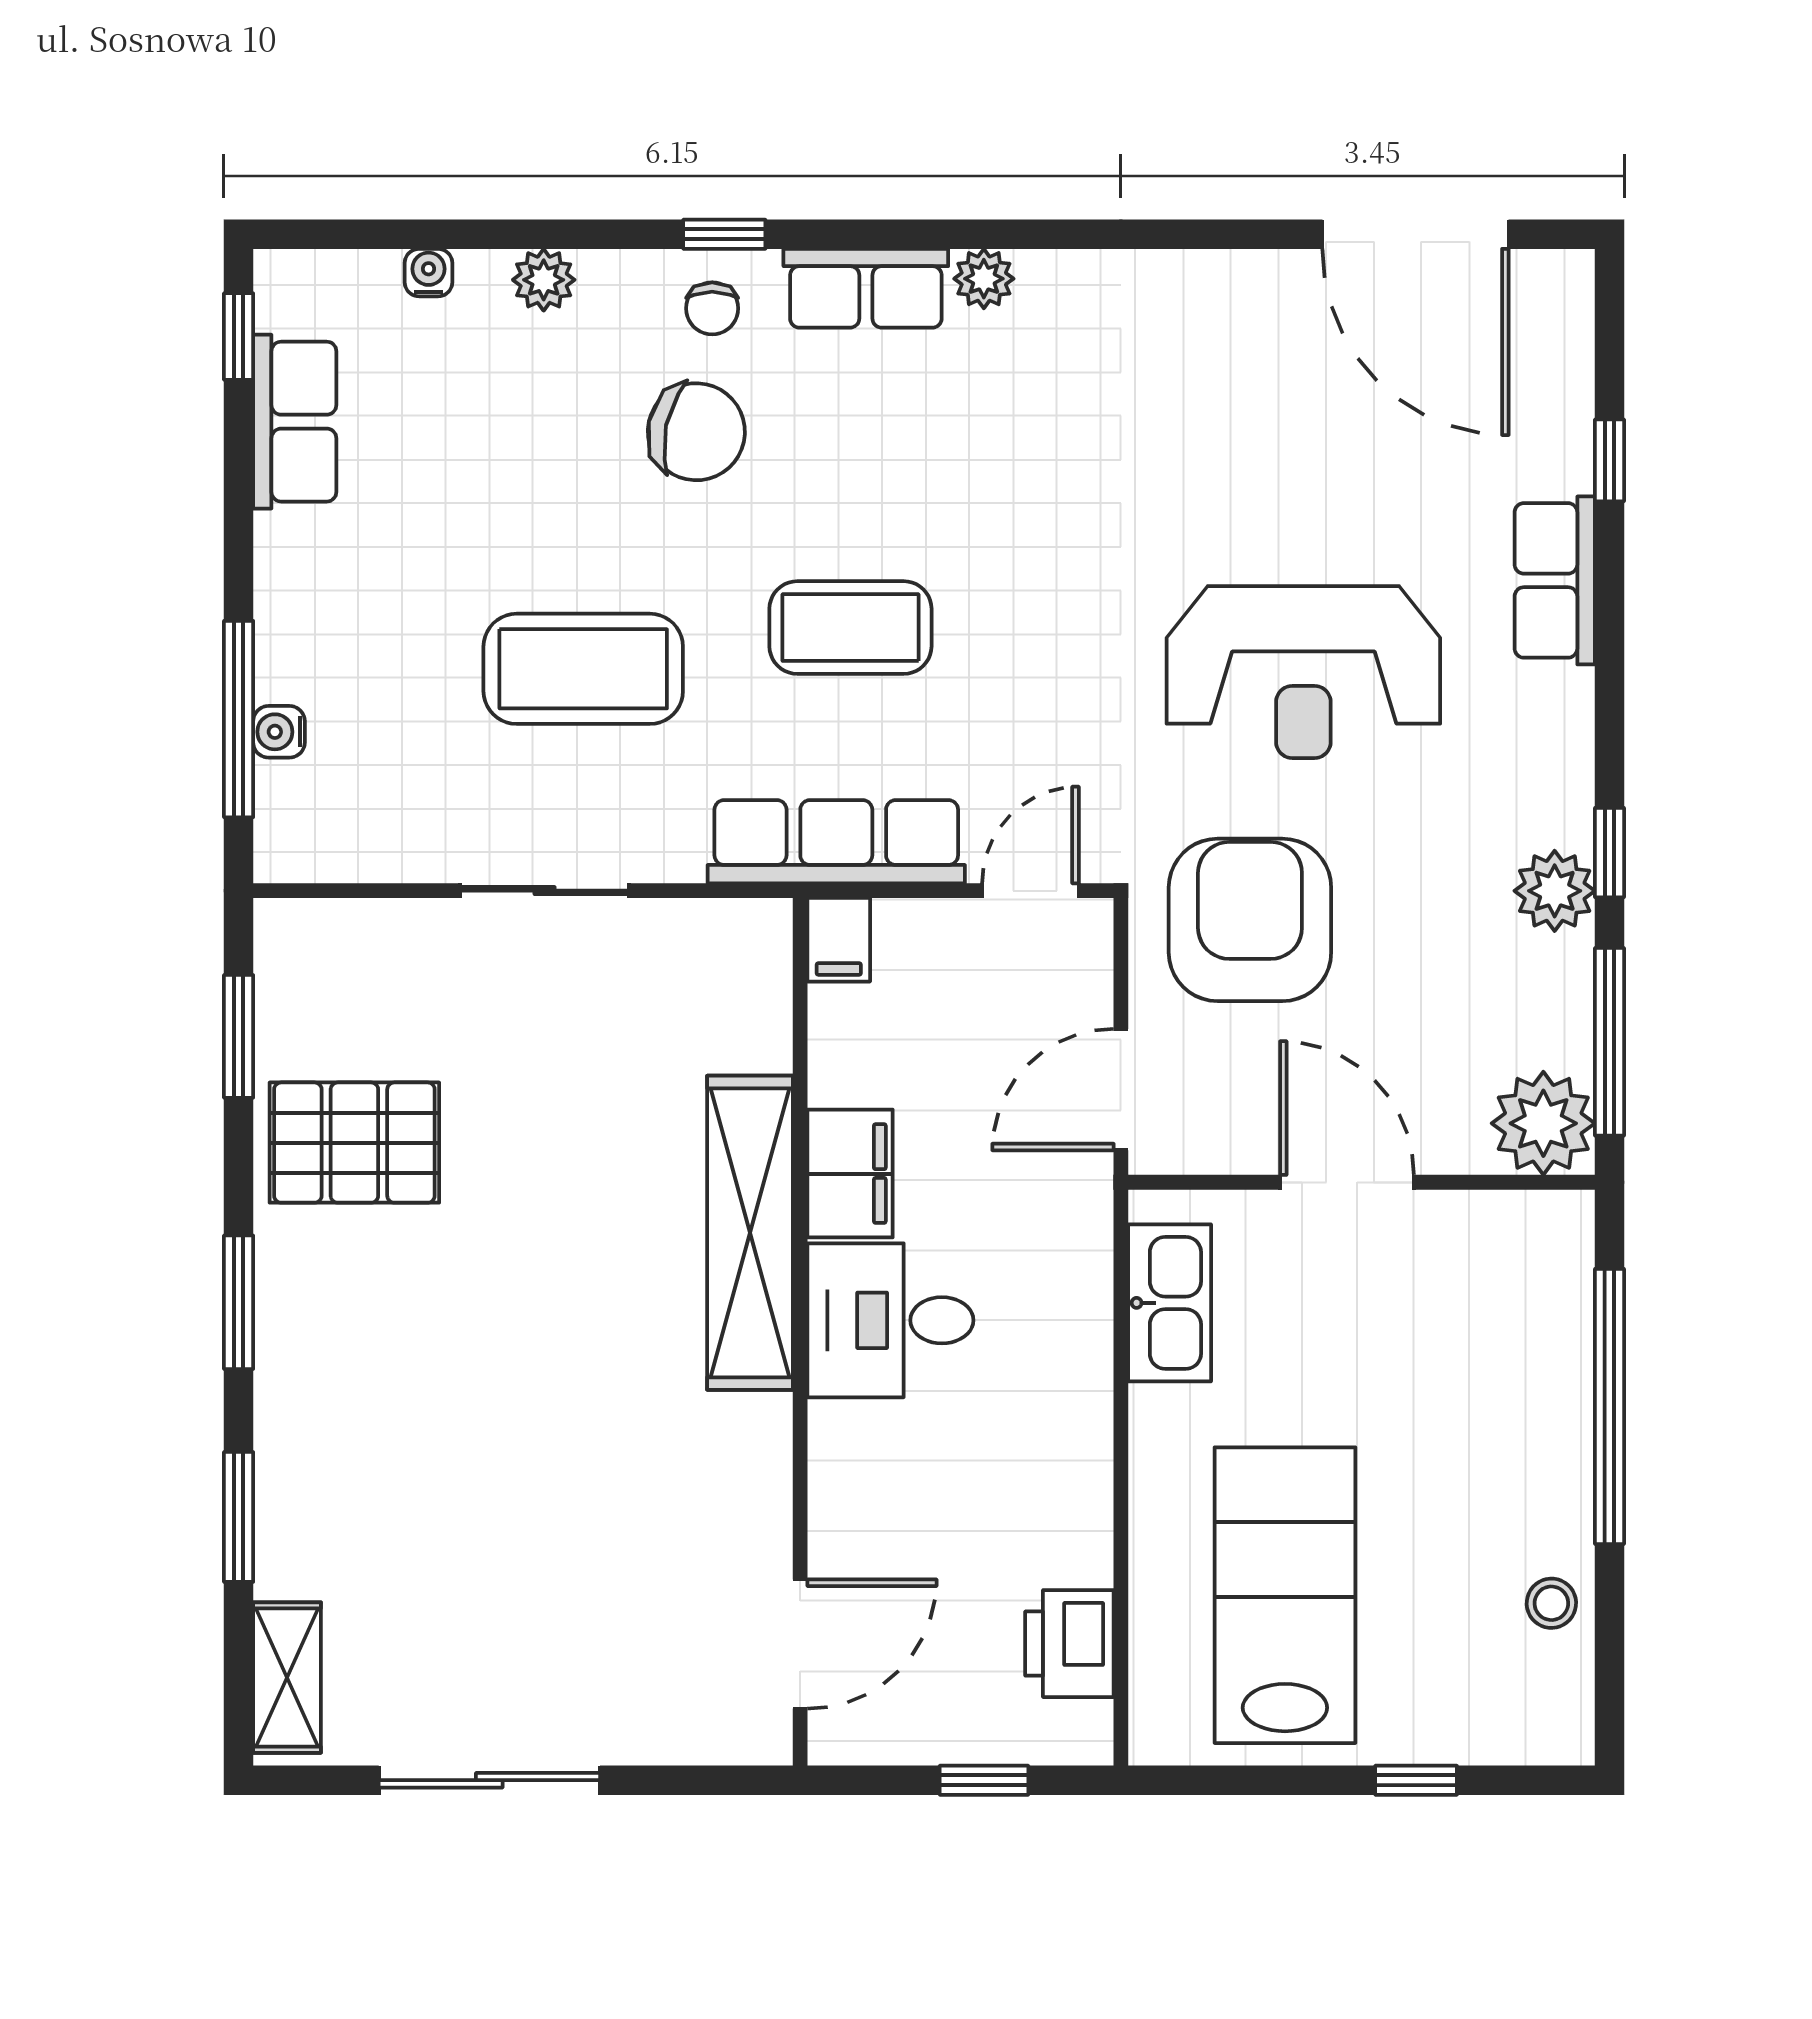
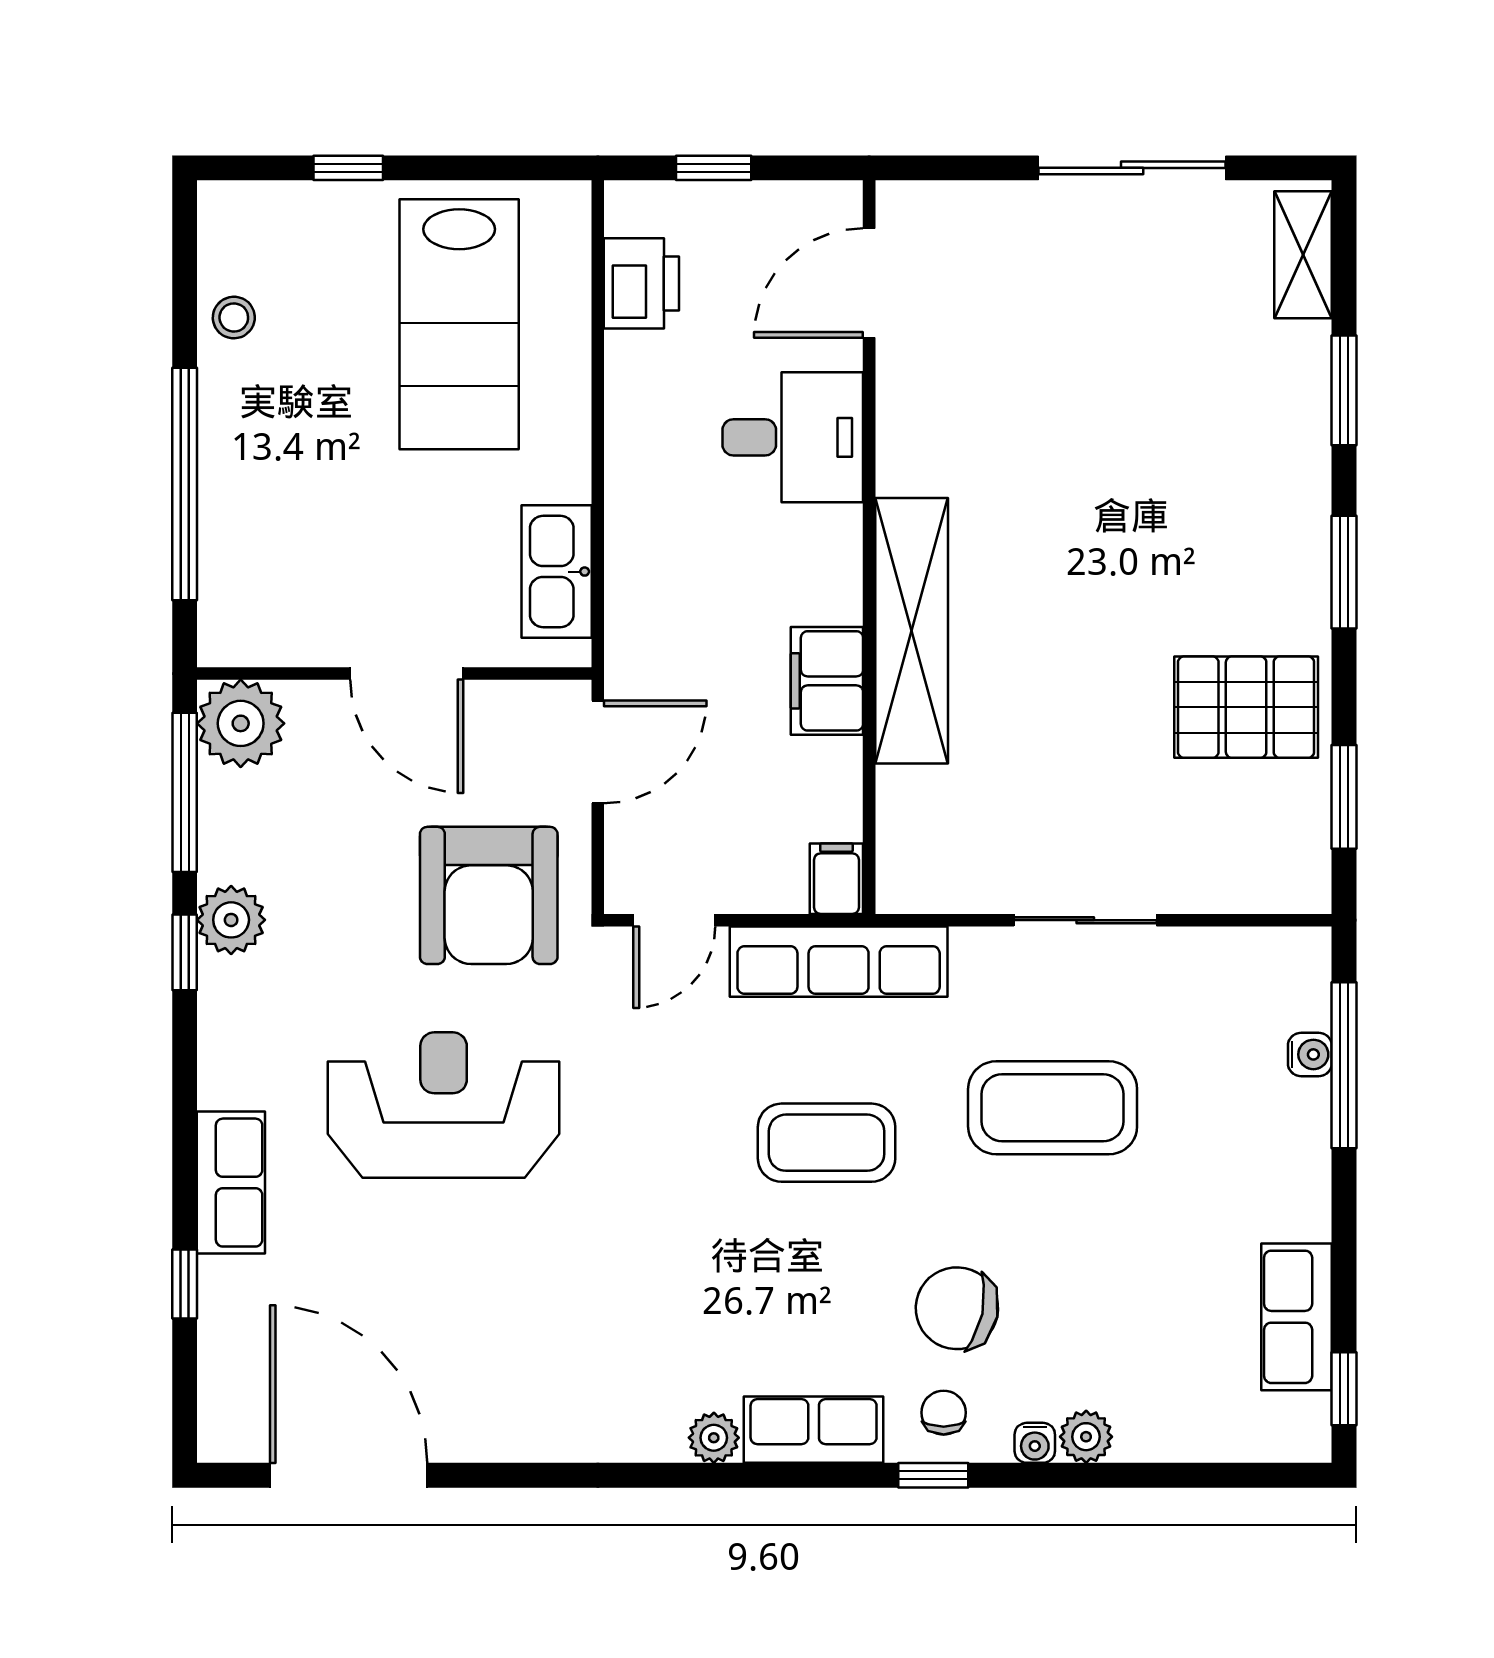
water cooler: (429, 273) -> (1035, 1443), moved
desk: (890, 1320) -> (793, 437), moved

